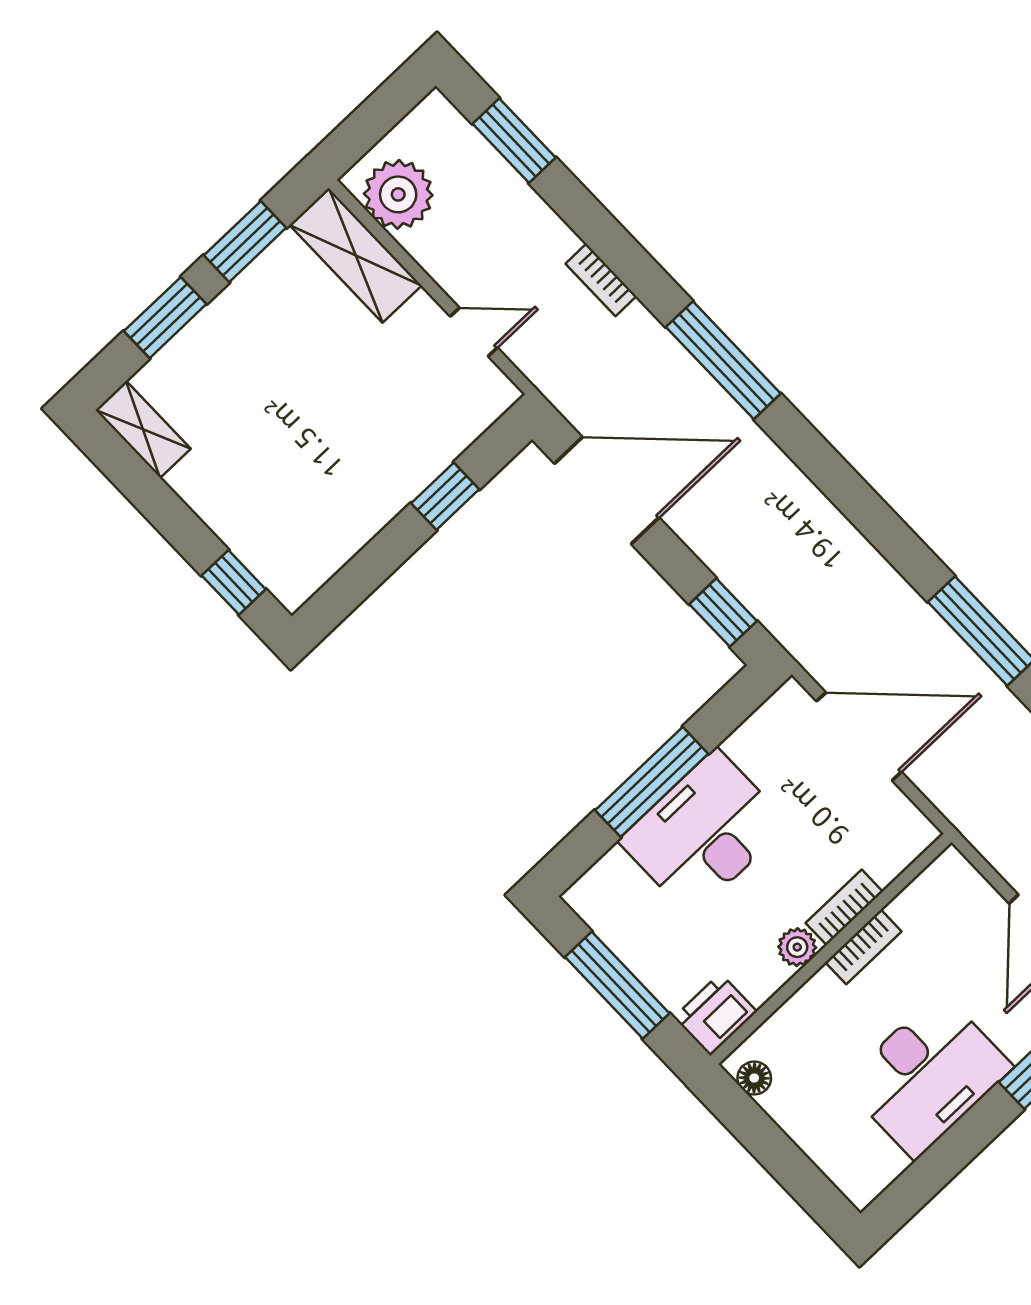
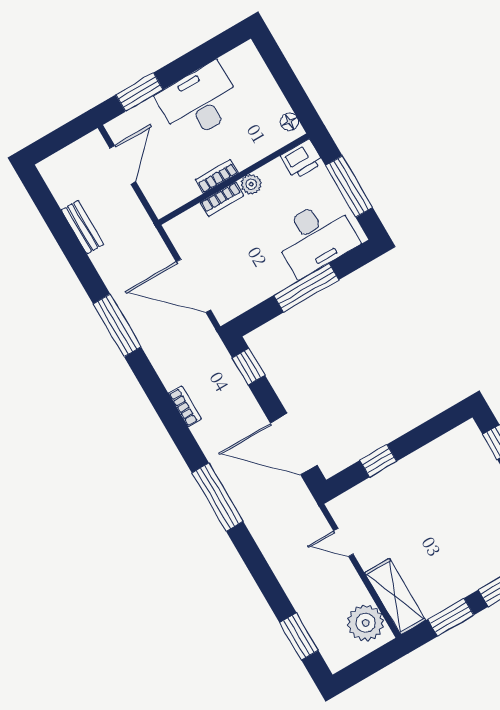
bookcase: (601, 280) -> (185, 406), moved
desk: (704, 832) -> (315, 237), moved

